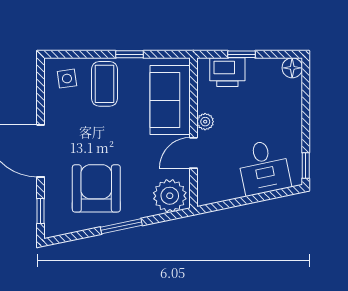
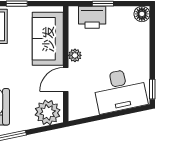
desk: (264, 167) -> (120, 90), width x1.37

